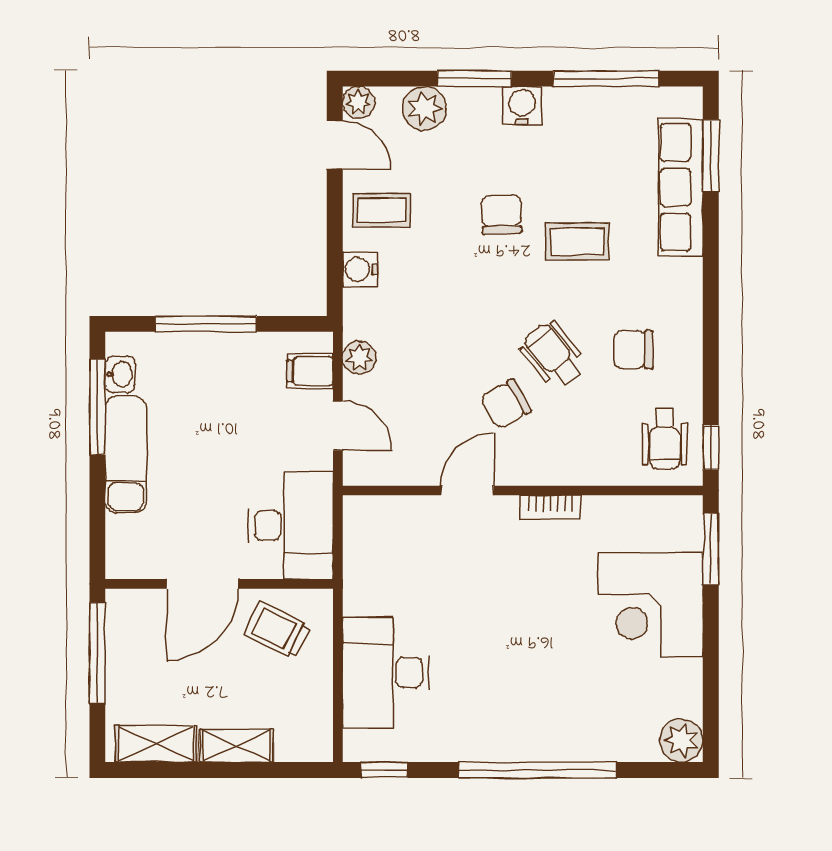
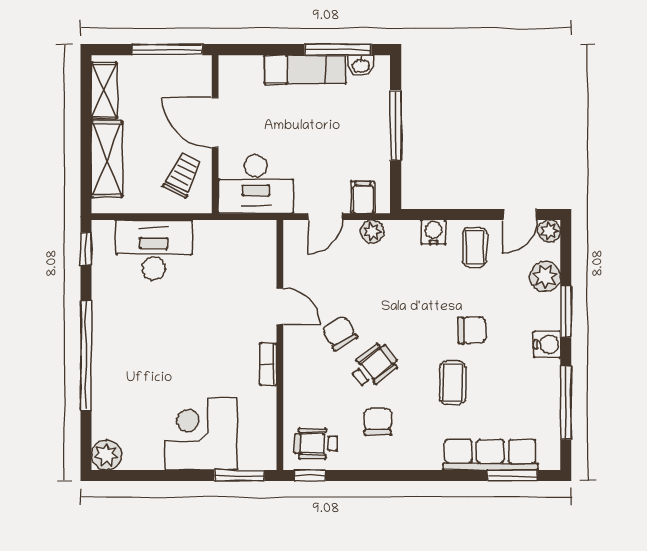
shelving: (236, 746) -> (107, 159), width x1.50, depth x1.33

